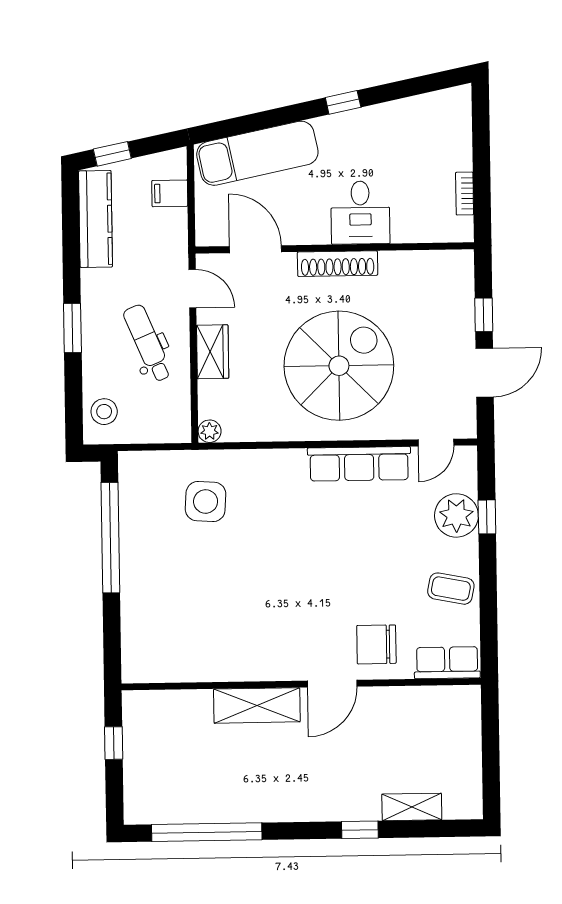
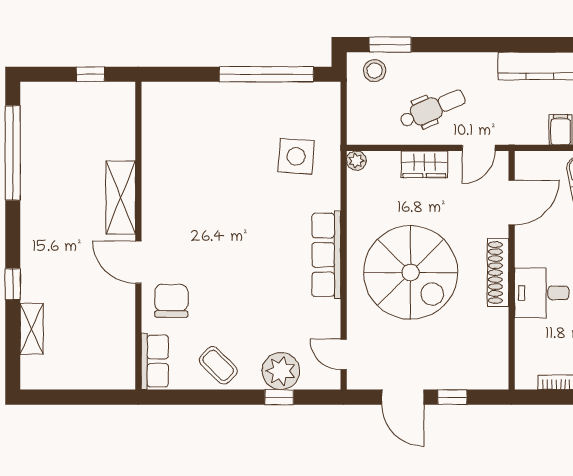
window: (72, 328) -> (390, 45), moved
row of seats: (359, 464) -> (326, 255), moved
coffee table: (451, 589) -> (218, 365), turned -56

